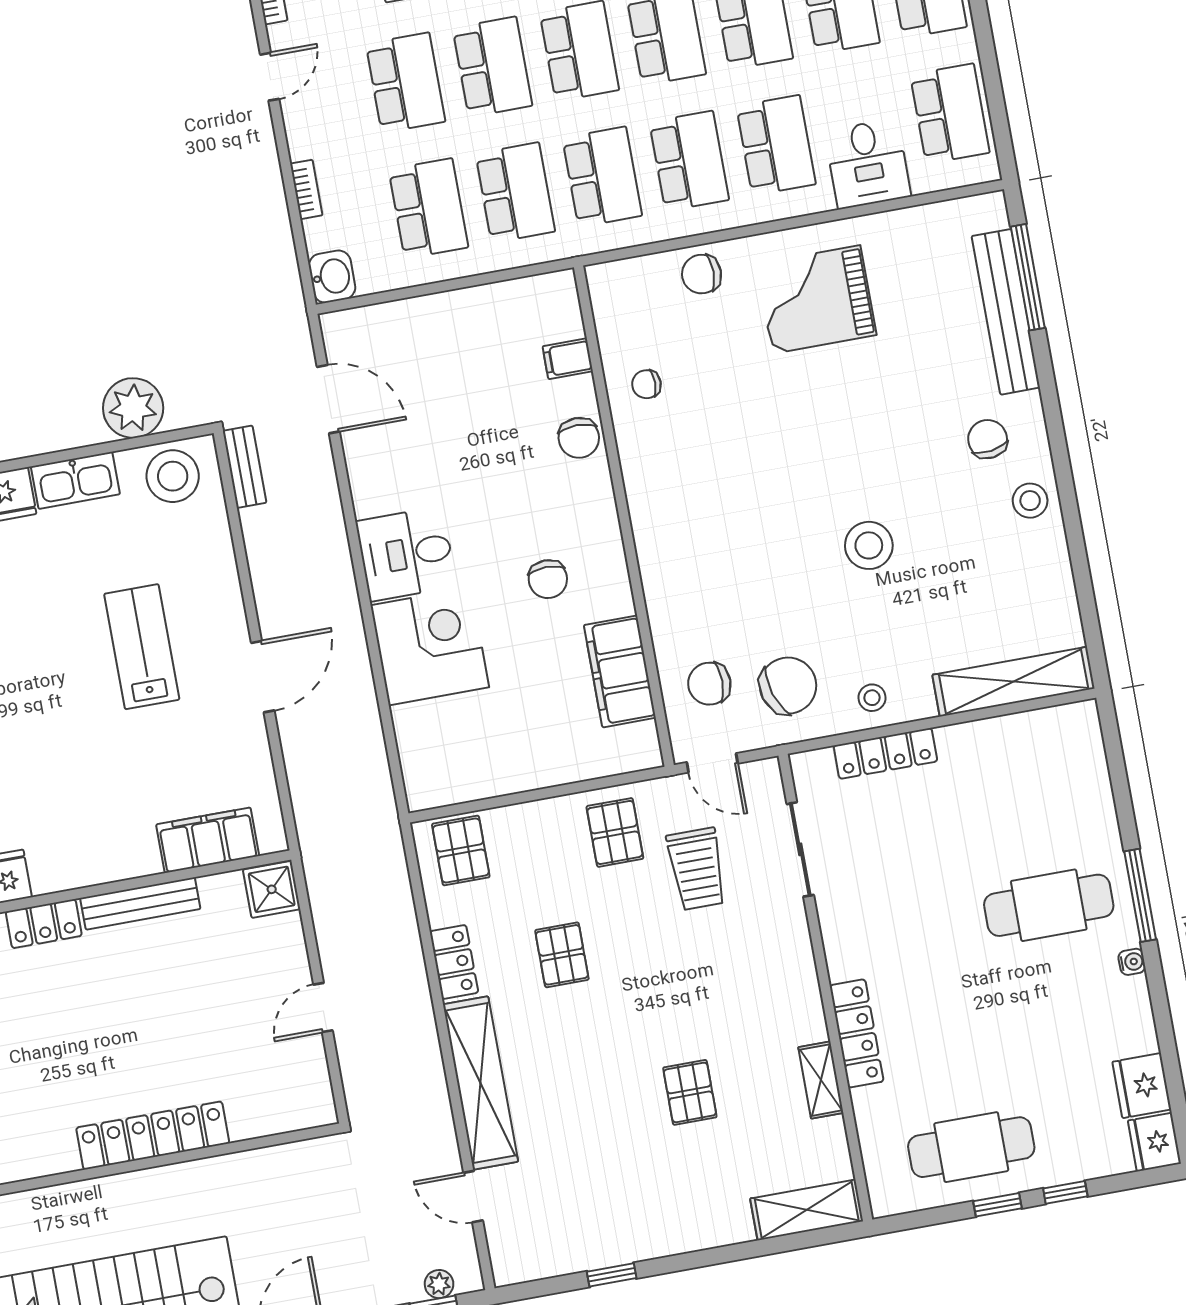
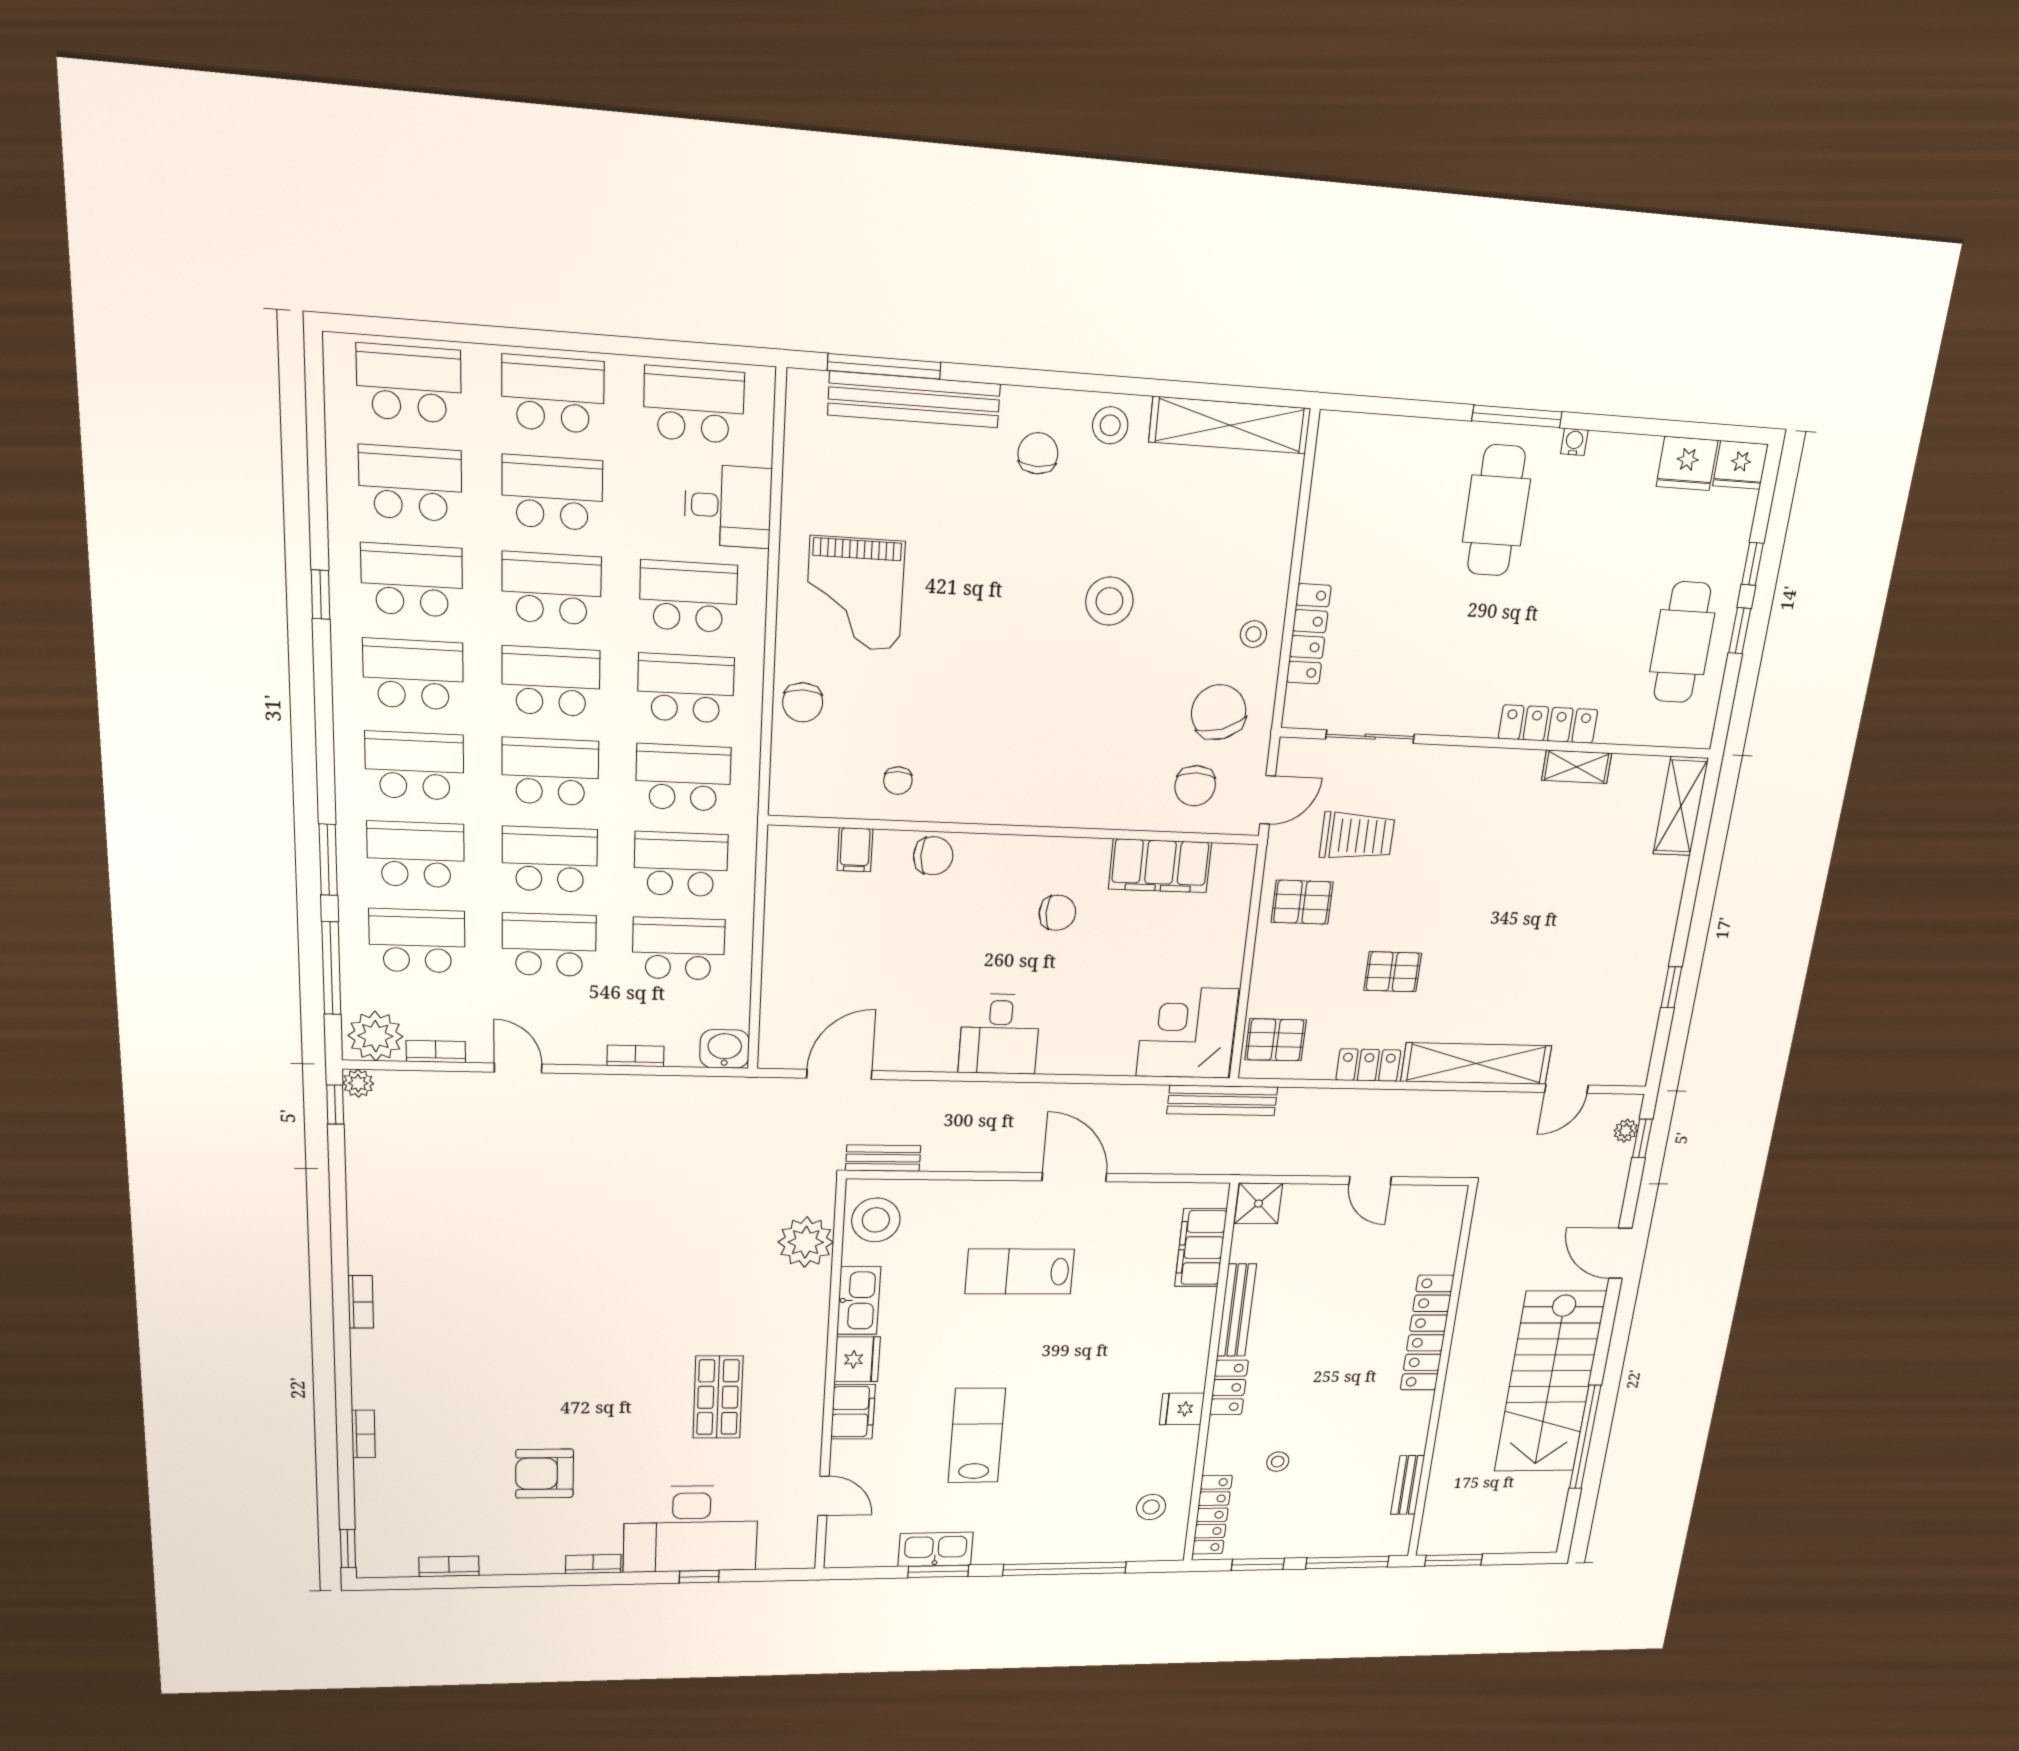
chair: (988, 439) -> (1038, 453), turned 98
corner desk: (430, 646) -> (1187, 1033), moved
shelving: (1014, 682) -> (1230, 425), moved, turned 90
bench: (382, 813) -> (1222, 1100), added
pallet: (690, 1092) -> (1546, 886), removed

